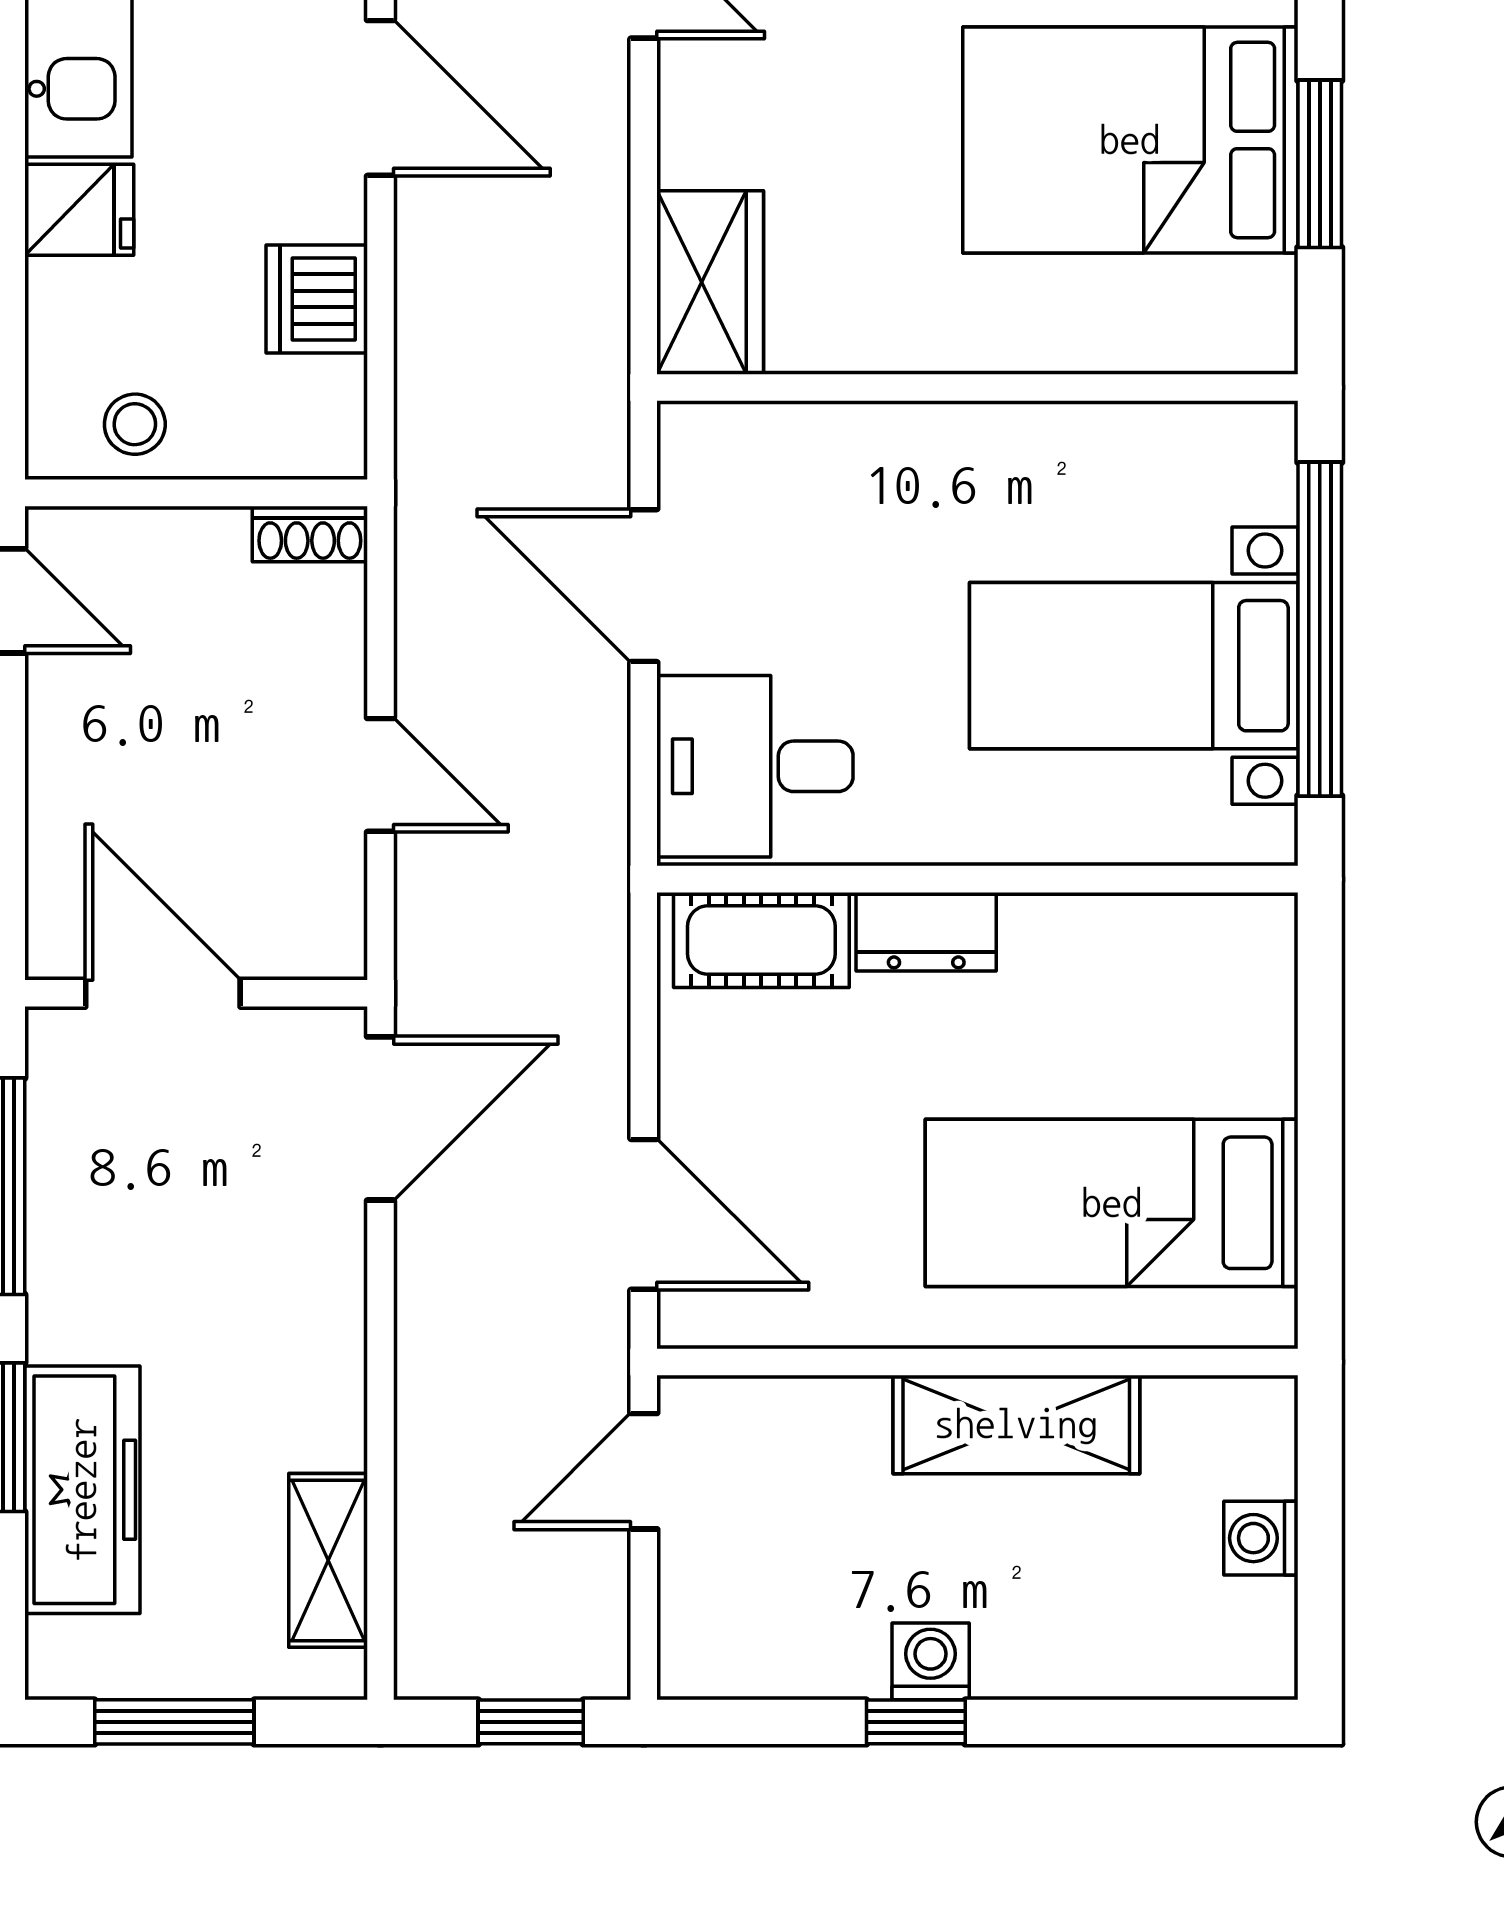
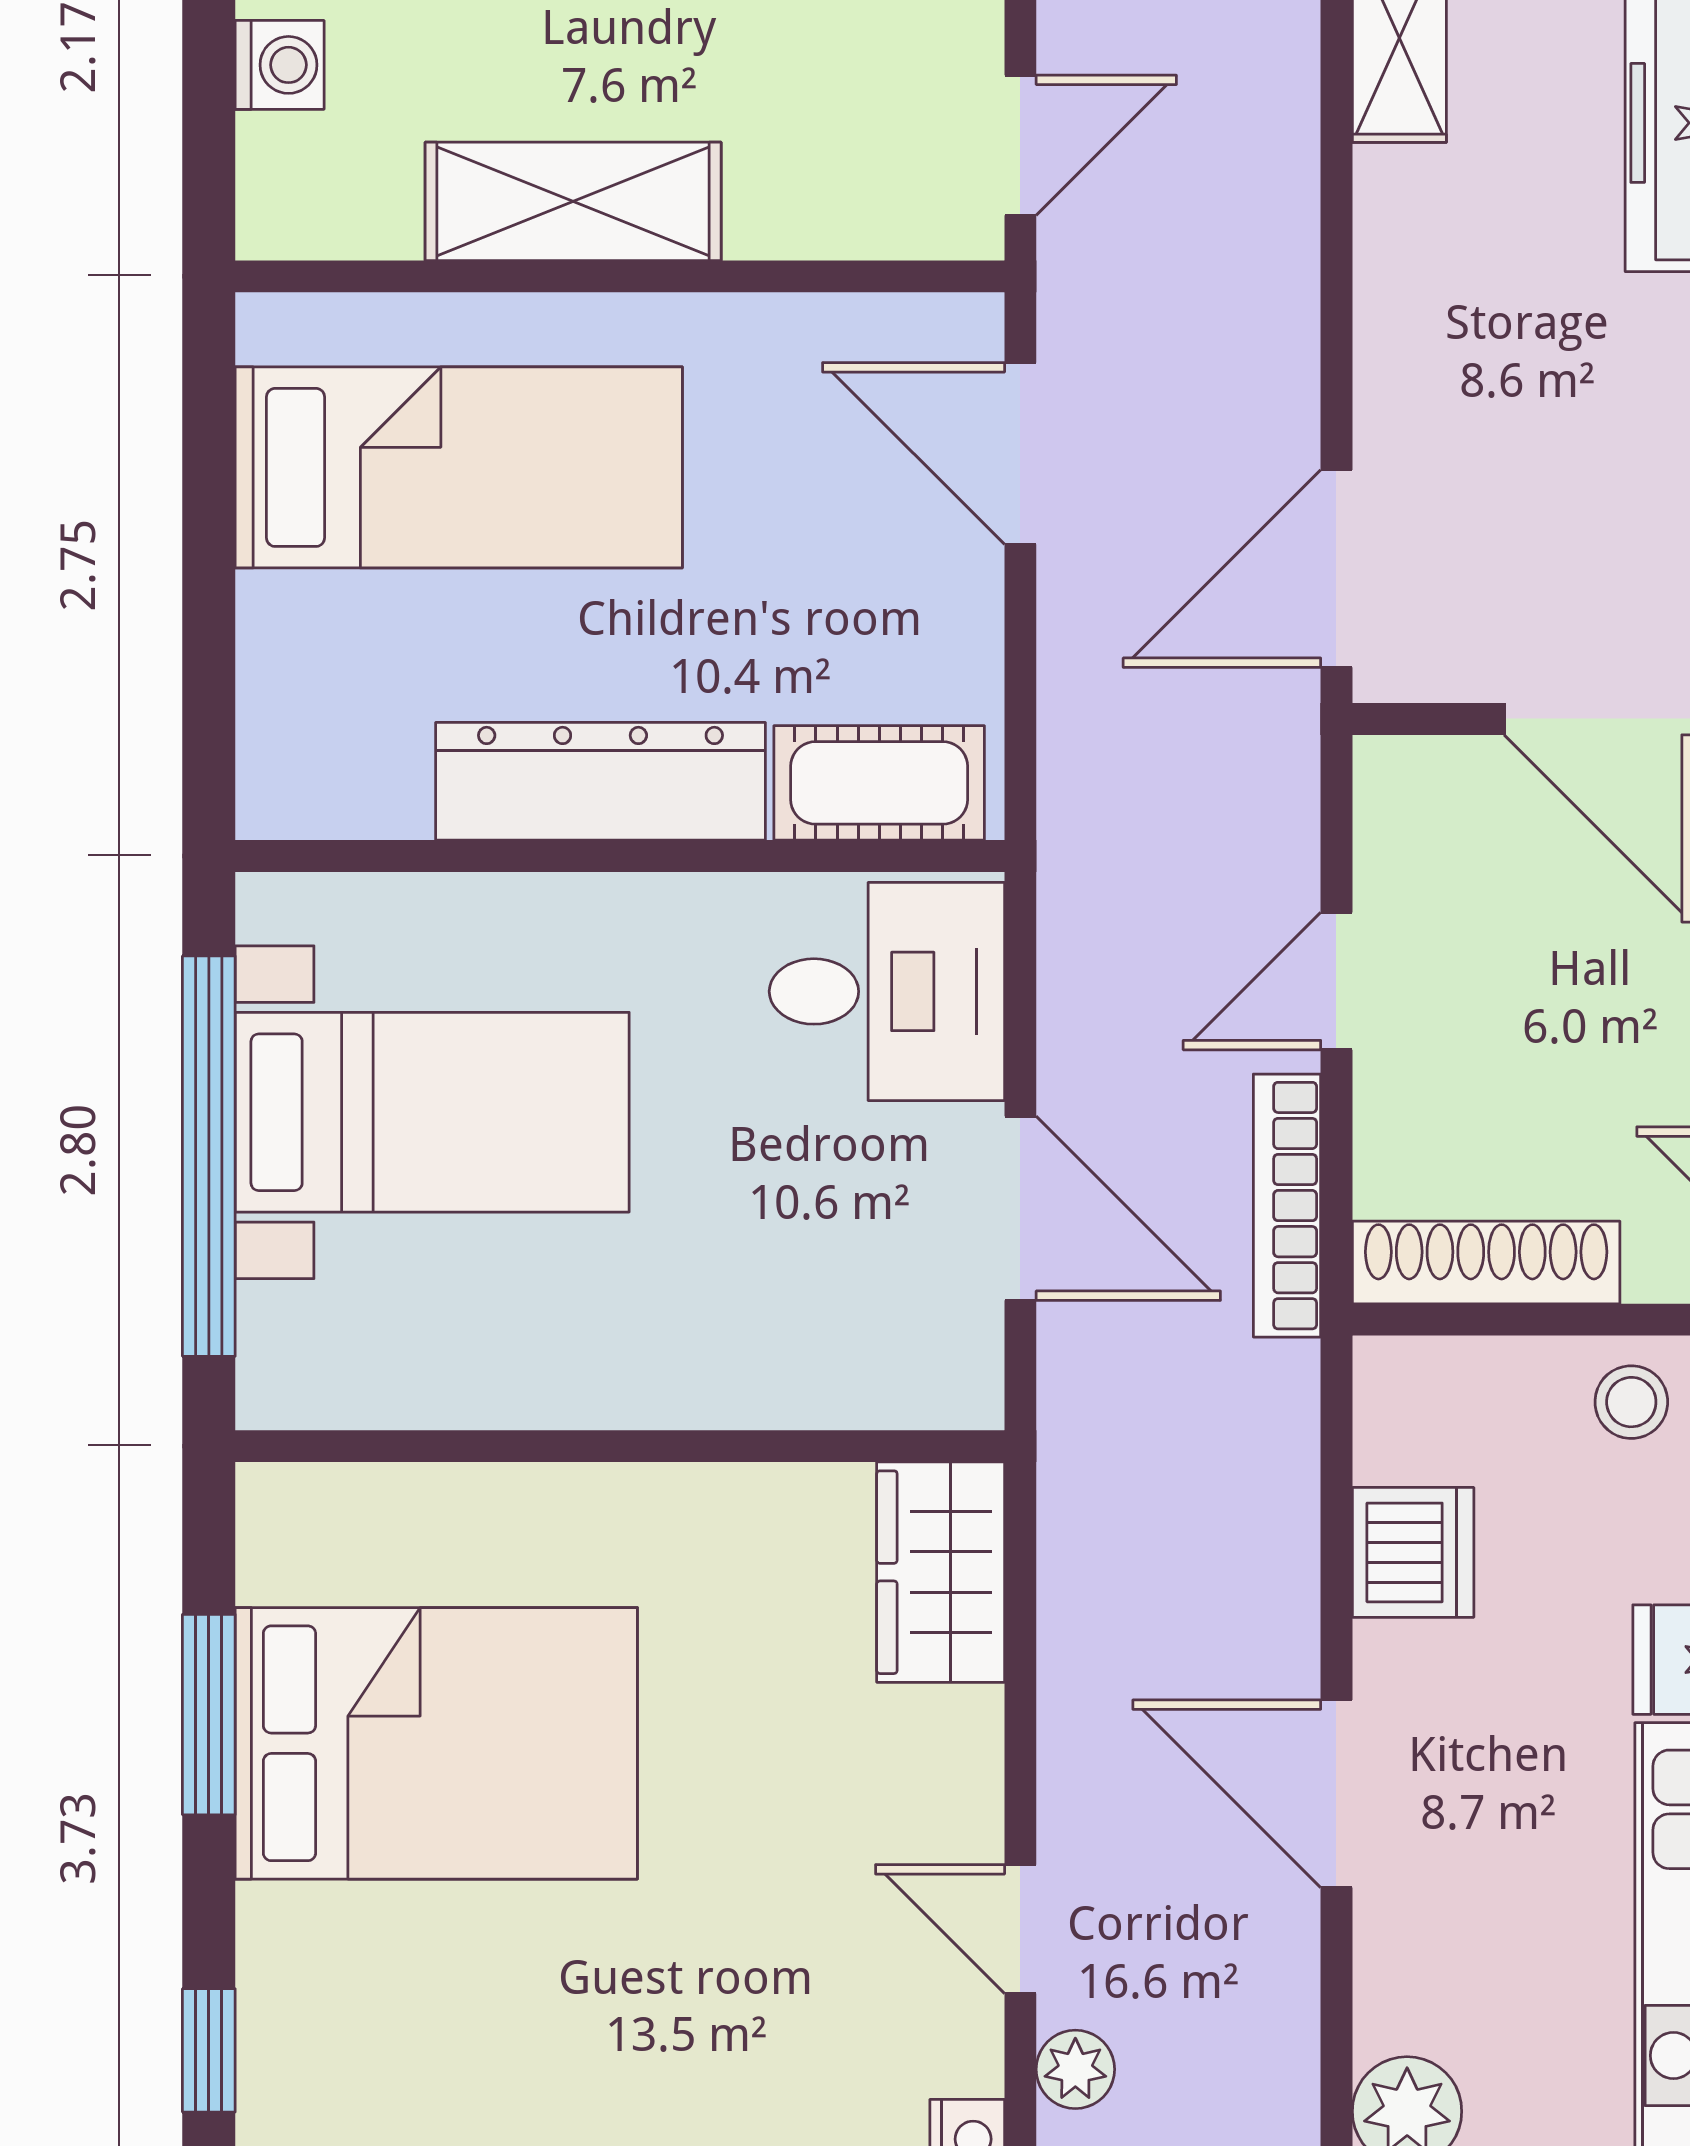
shoe rack: (310, 534) -> (1486, 1263), width x1.94, depth x1.24
bookcase: (422, 588) -> (1287, 1206), added
door: (380, 775) -> (1336, 981), hinge flipped
dresser: (926, 932) -> (600, 781), width x1.96, depth x1.24

